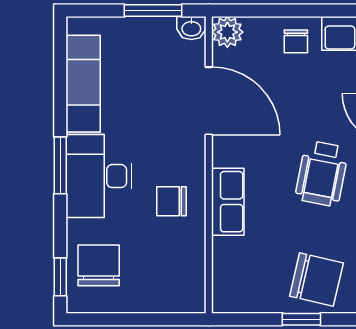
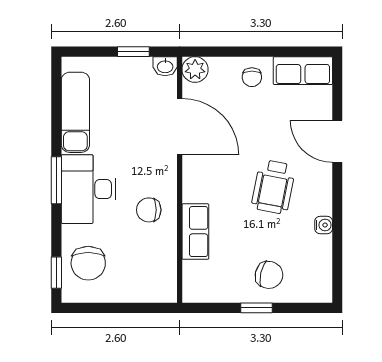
window: (153, 10) -> (133, 52), width x0.67
row of seats: (228, 202) -> (195, 232), moved
chair: (99, 265) -> (88, 263), turned 180
chair: (316, 280) -> (269, 275), width x0.73, depth x0.73

